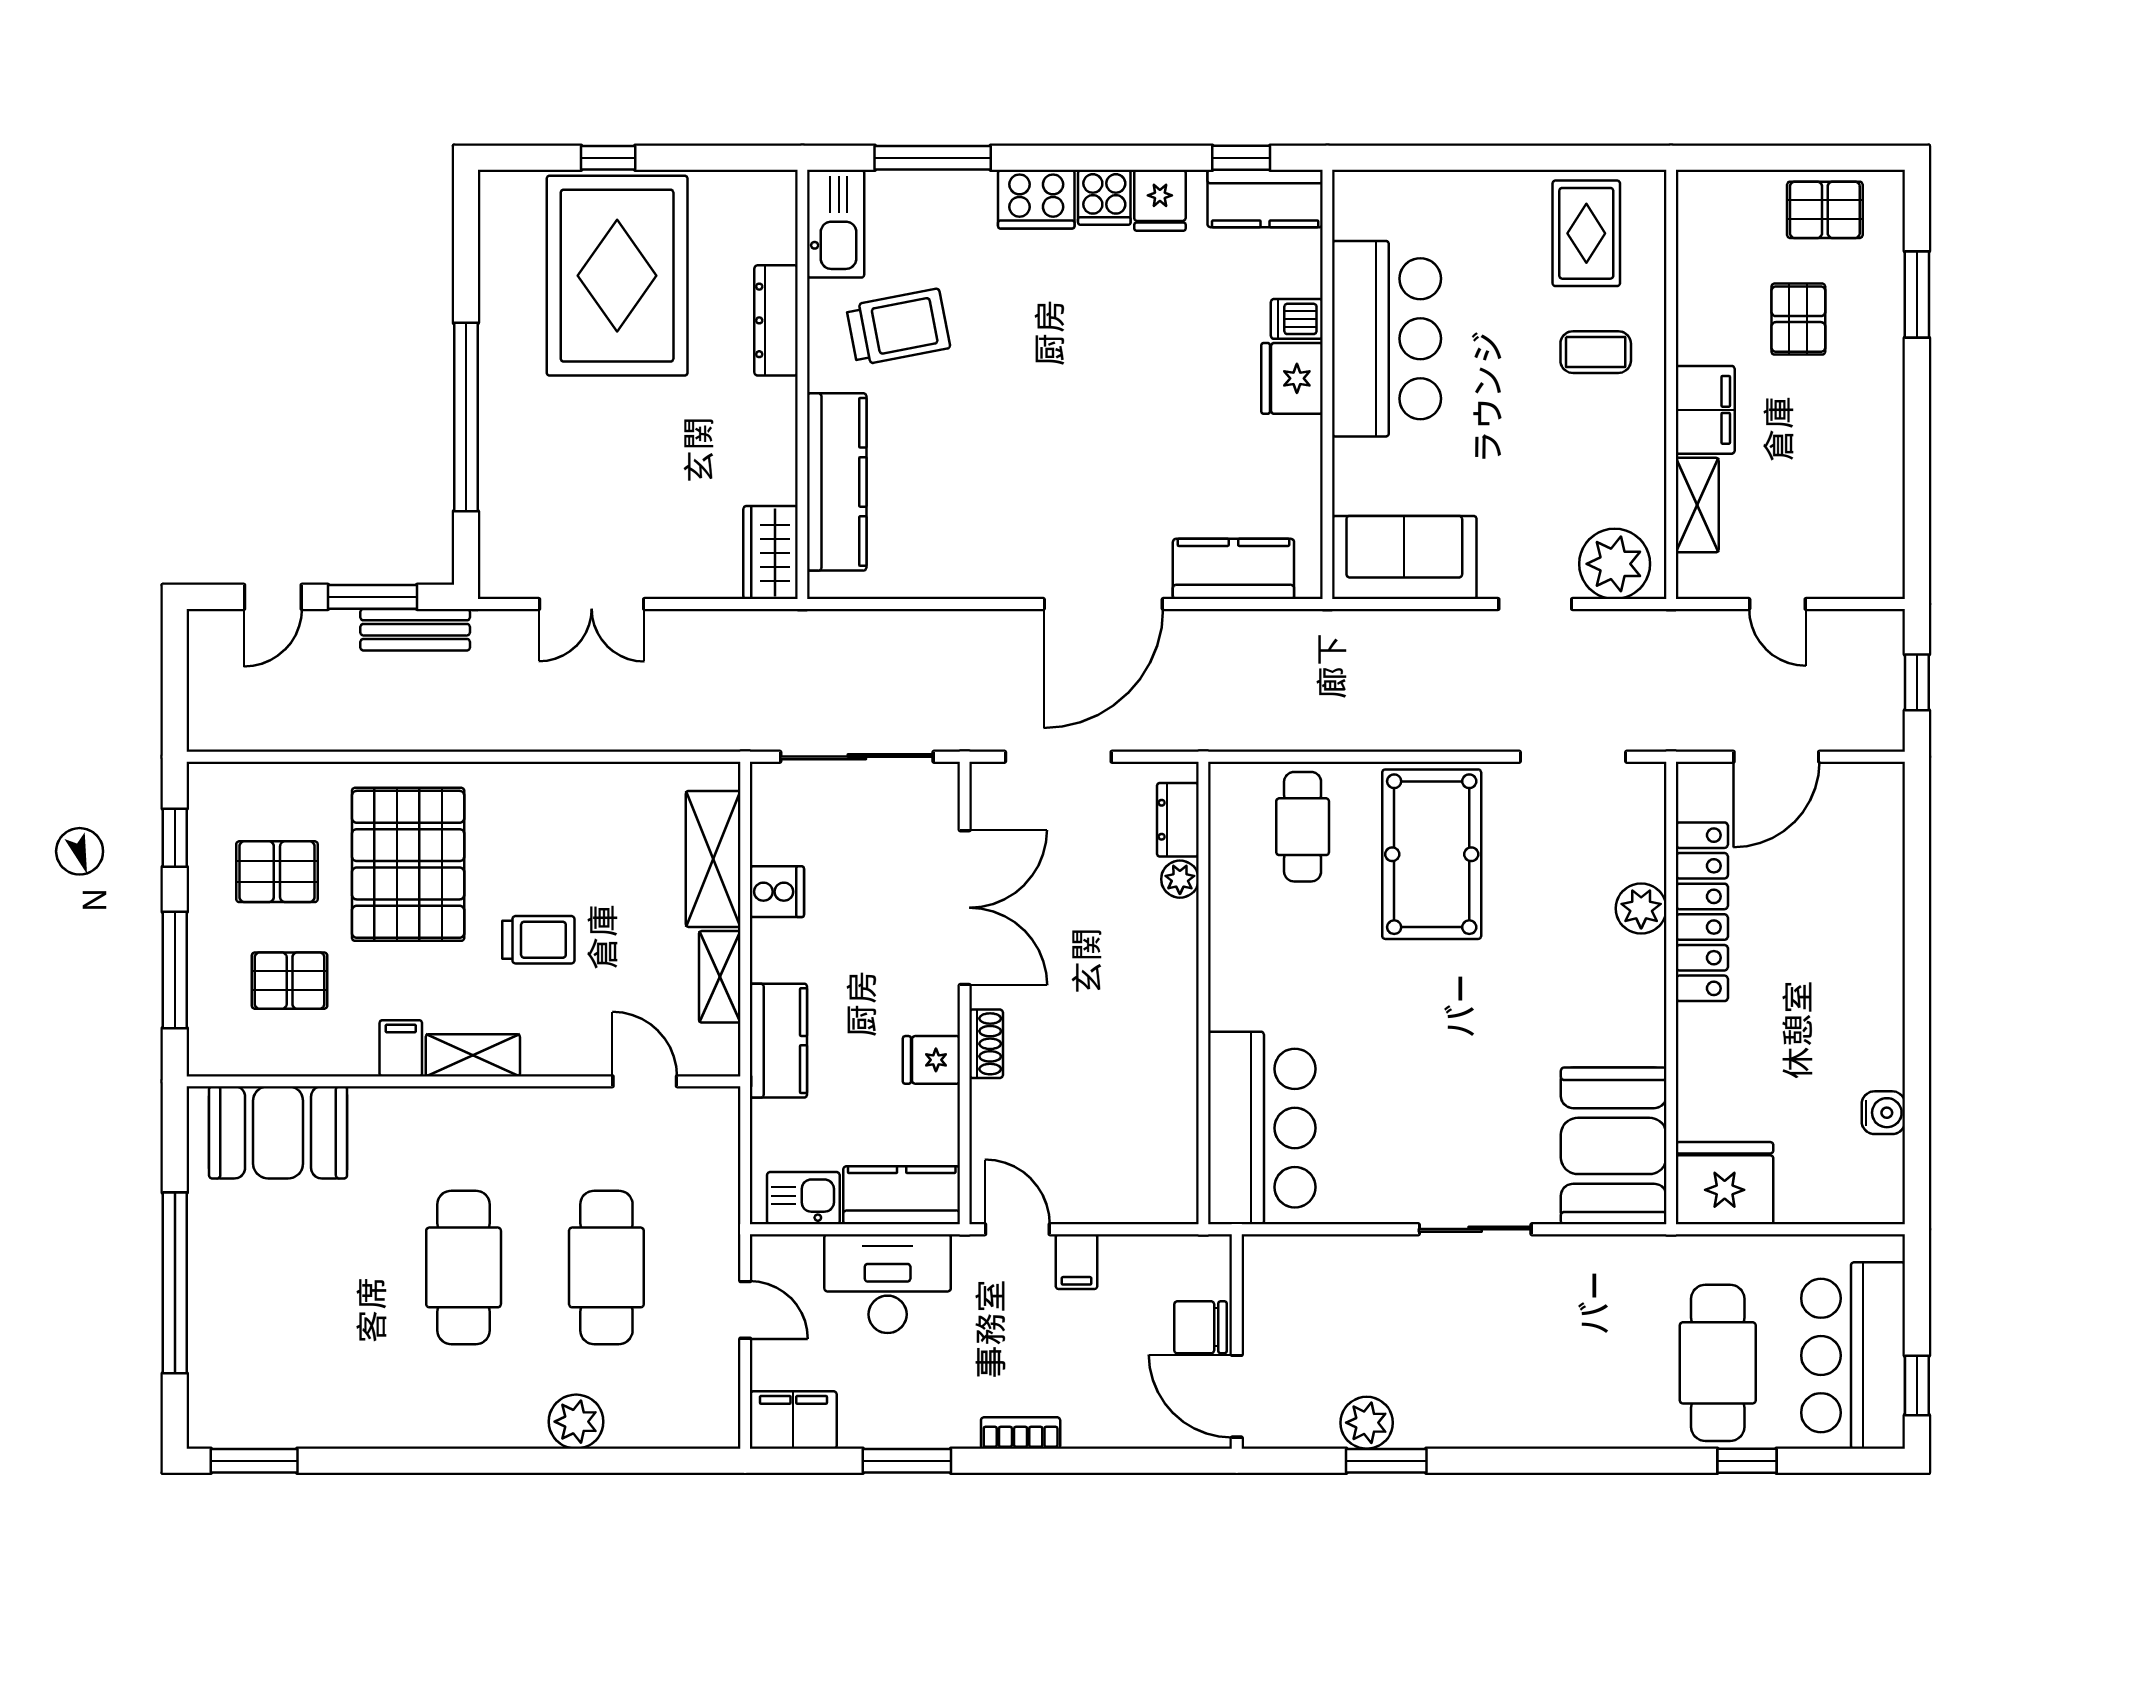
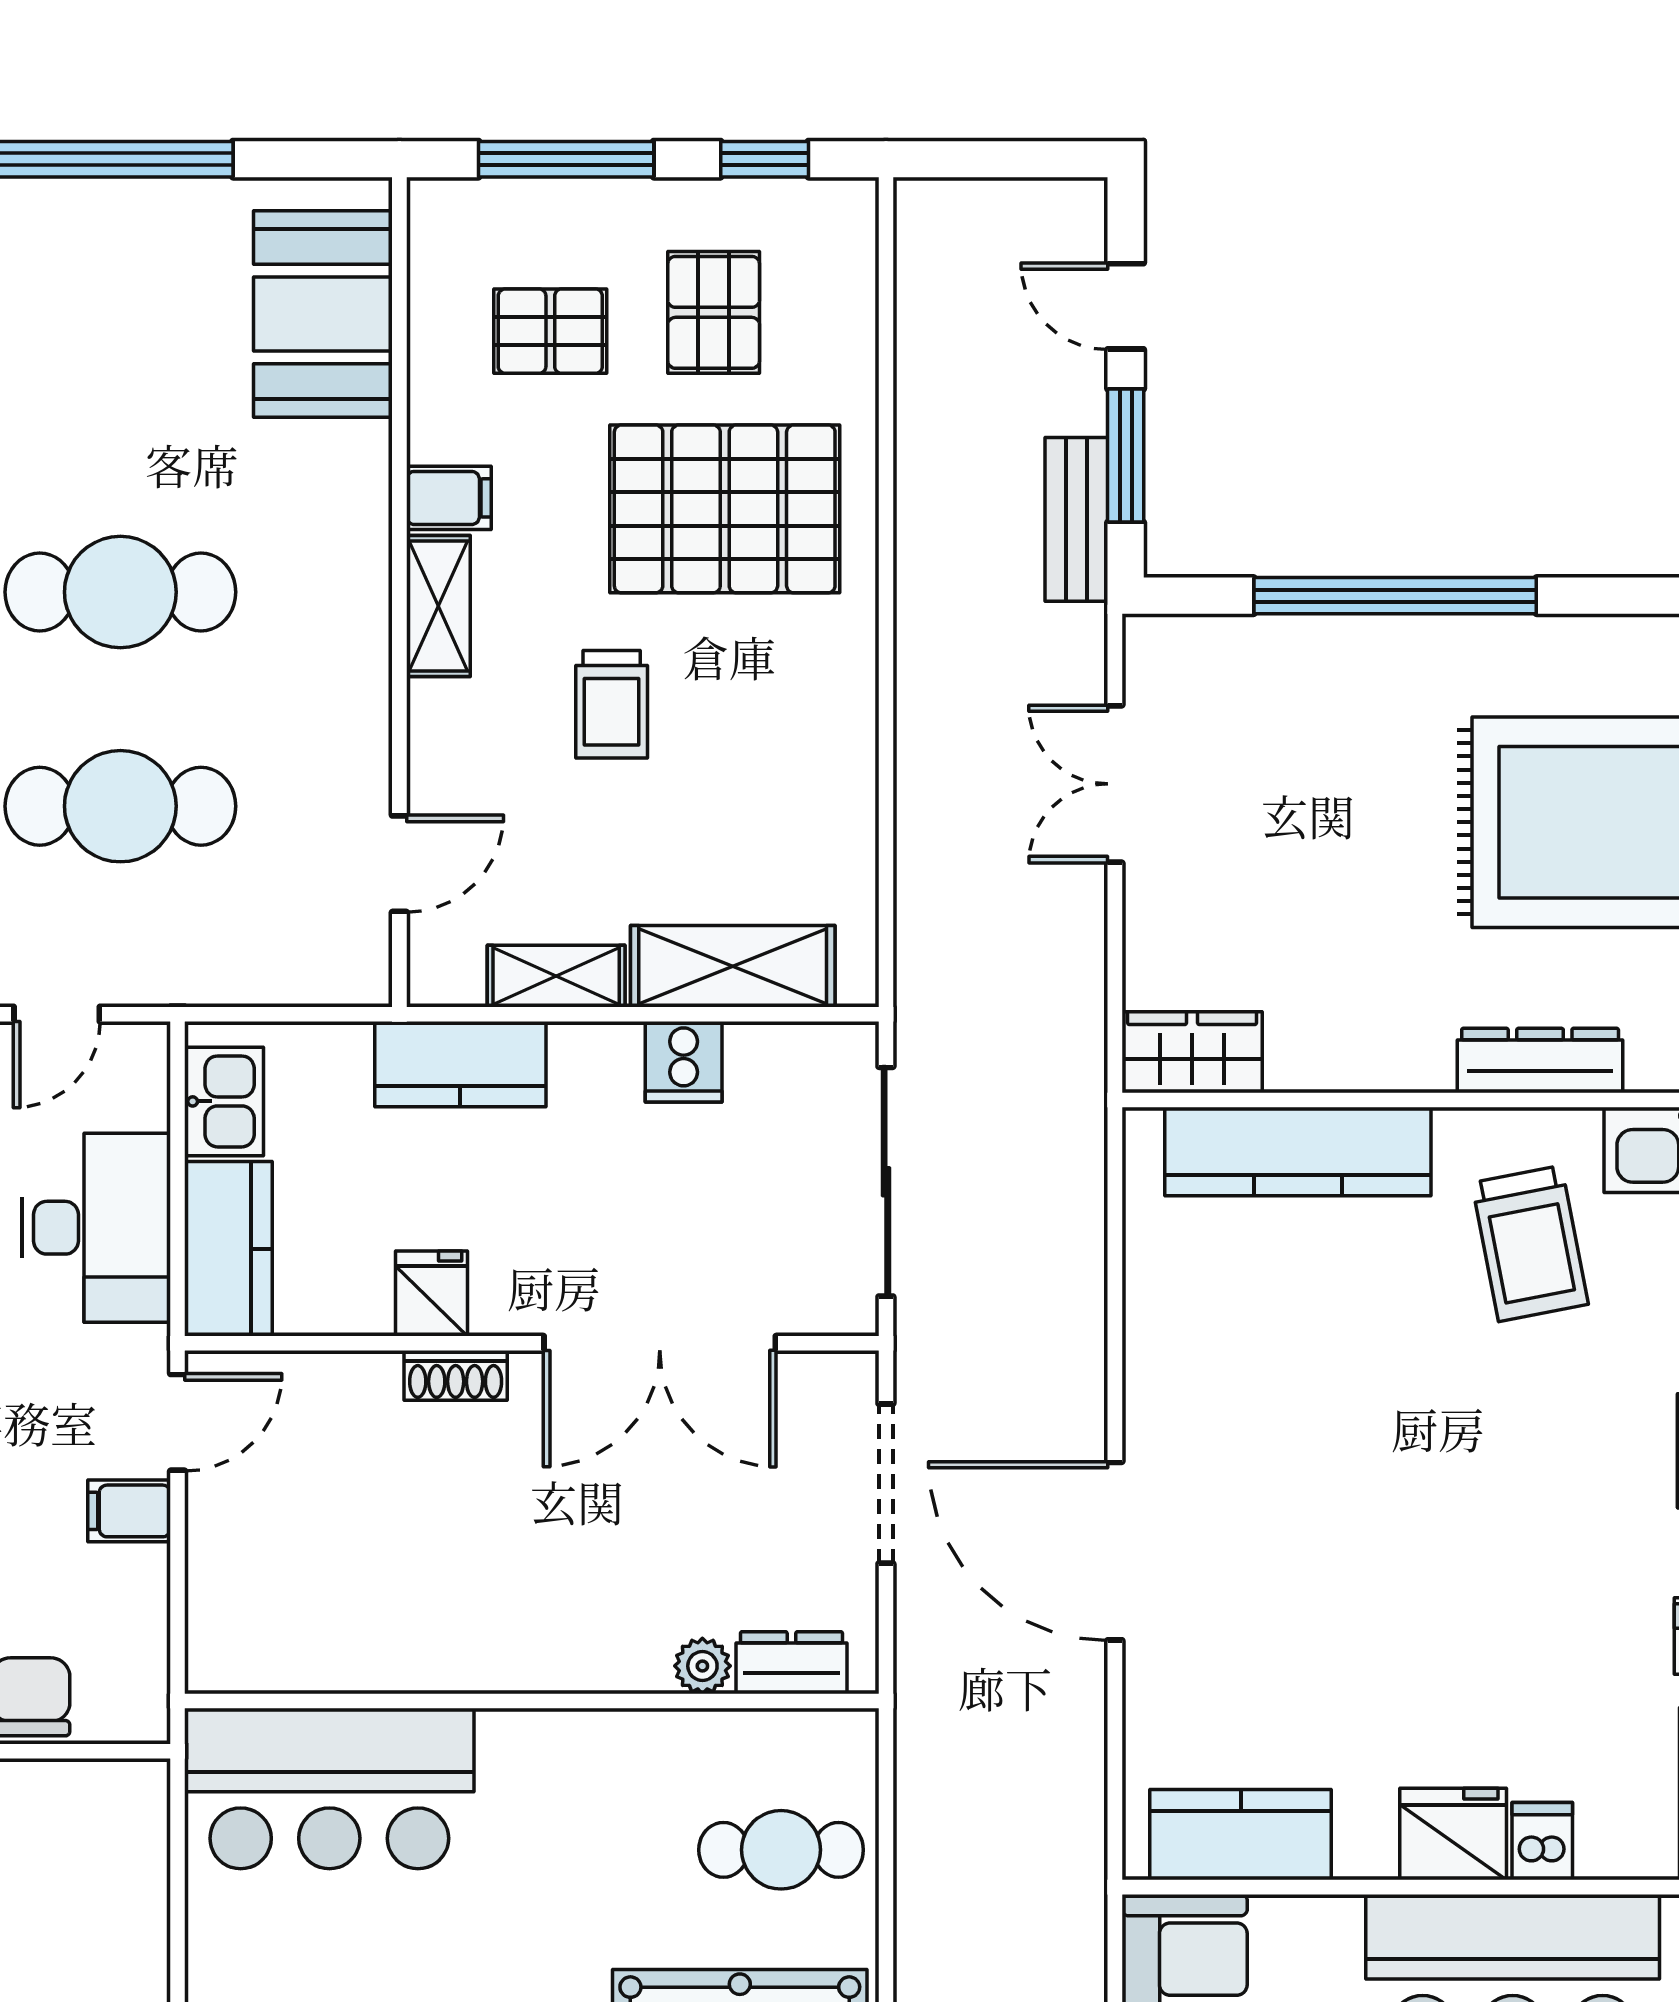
kitchen counter: (1233, 569) -> (1241, 1835), moved, turned -90
pallet: (290, 981) -> (550, 331), turned 90

